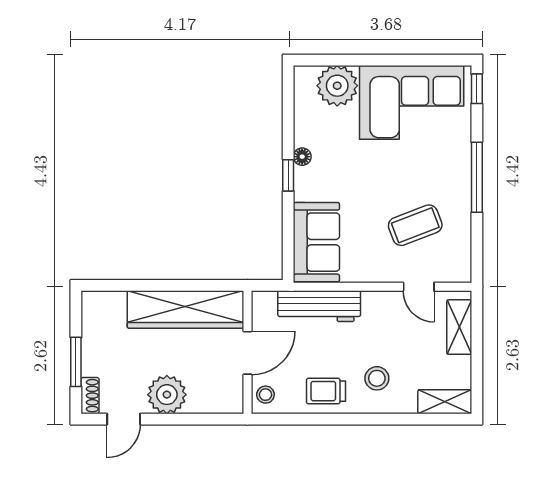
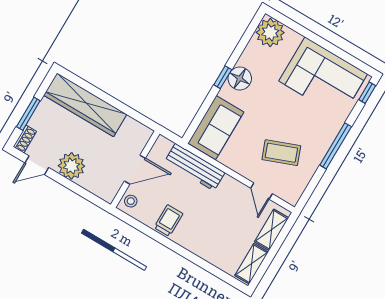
plant: (337, 86) -> (270, 33), moved
floor lamp: (302, 157) -> (240, 78), width x1.89, depth x1.89
wardrobe: (185, 309) -> (85, 105), moved
stool: (377, 378) -> (204, 231), removed
trolley: (326, 391) -> (168, 221), turned 90
shelving: (445, 402) -> (252, 264), moved, turned 90

